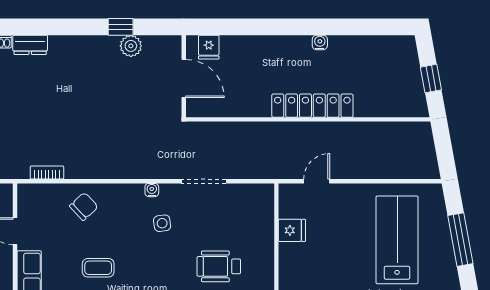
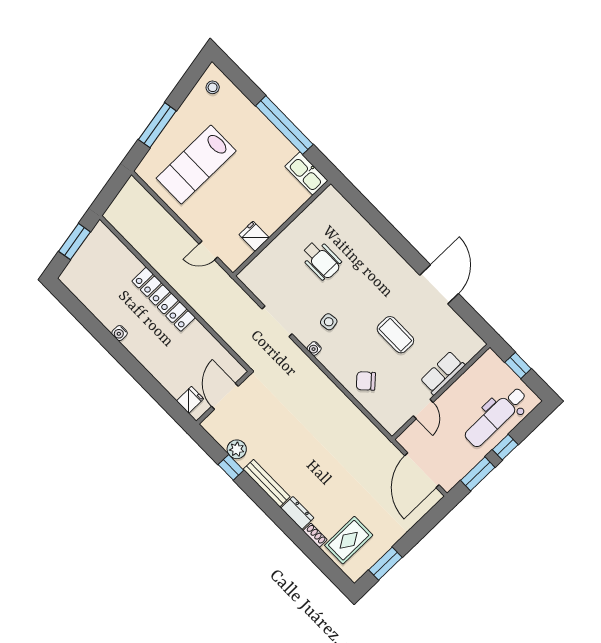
bench: (79, 43) -> (267, 483), added
window: (431, 79) -> (74, 242), width x1.50
bookcase: (47, 172) -> (367, 425), removed
coffee table: (98, 268) -> (395, 335), width x1.36, depth x1.30

